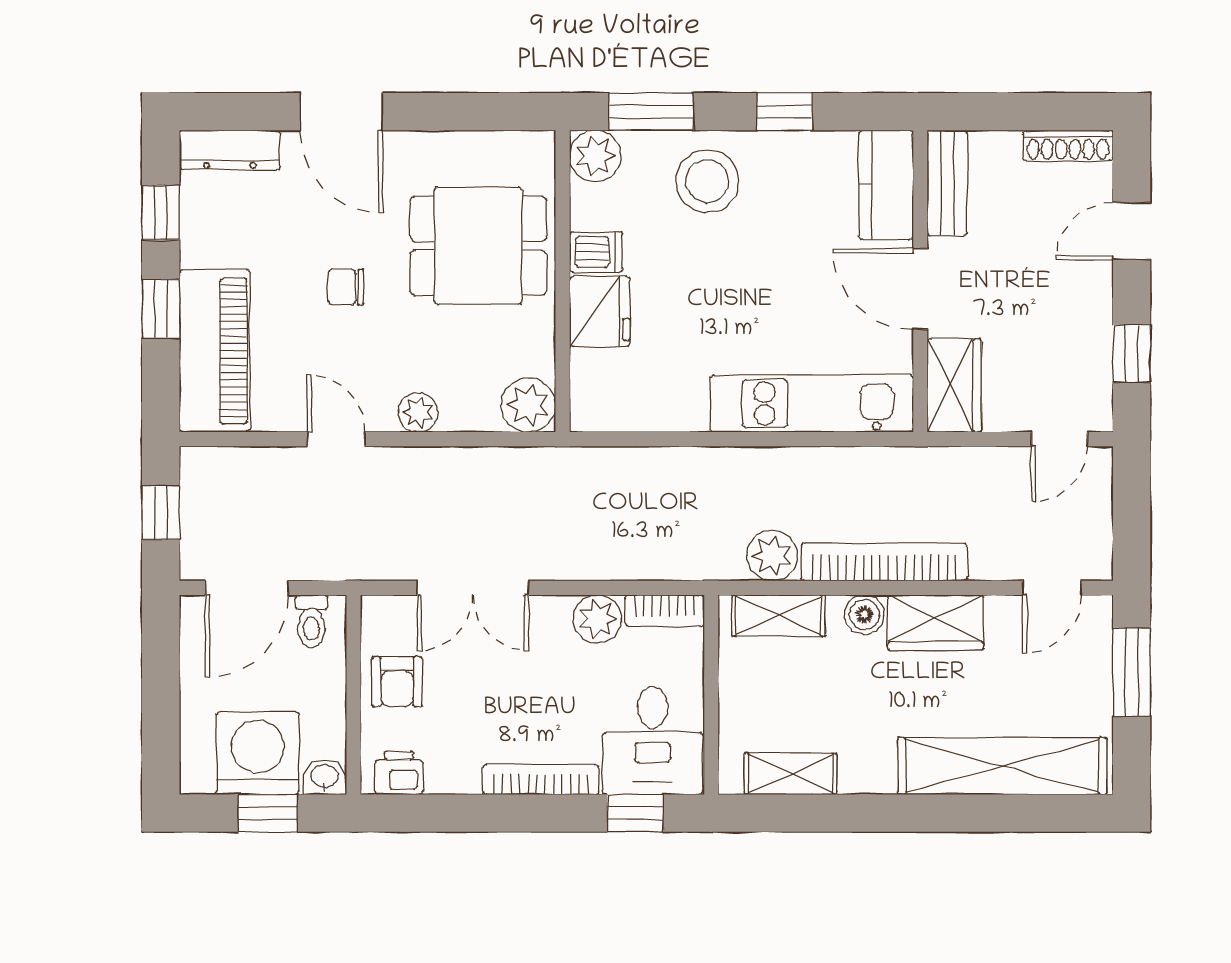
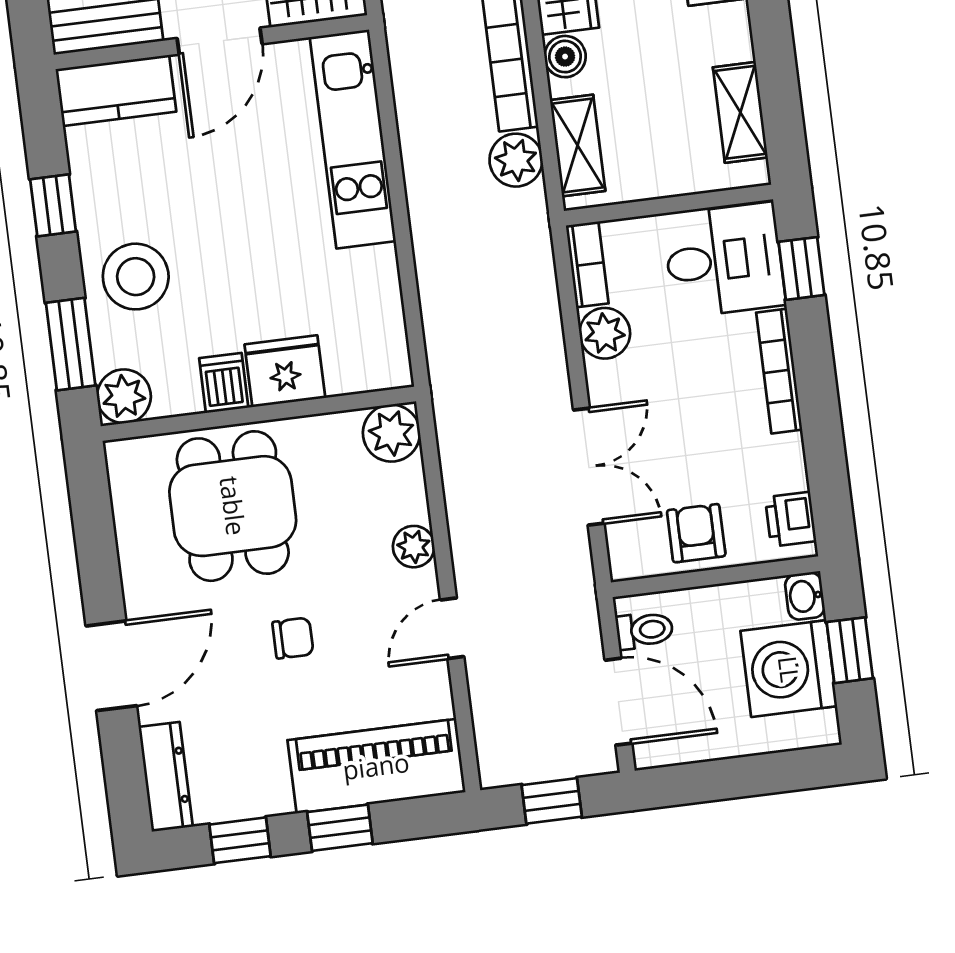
chair: (346, 287) -> (293, 638), turned -90
armchair: (397, 682) -> (696, 533), turned -90

